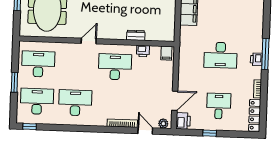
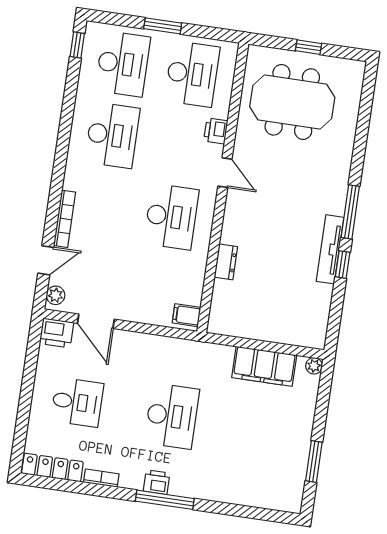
printer: (143, 51) -> (216, 131), moved
desk: (221, 55) -> (172, 416), turned 180
window: (210, 133) -> (28, 380), removed

